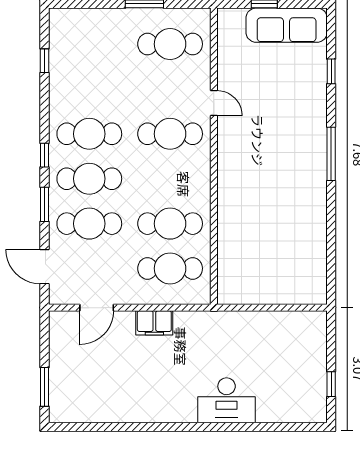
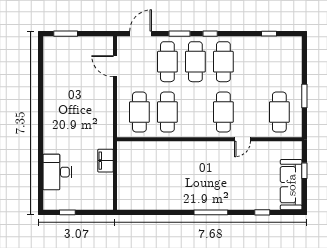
filing cabinet: (154, 323) -> (106, 161), moved
desk: (227, 400) -> (57, 172), moved

